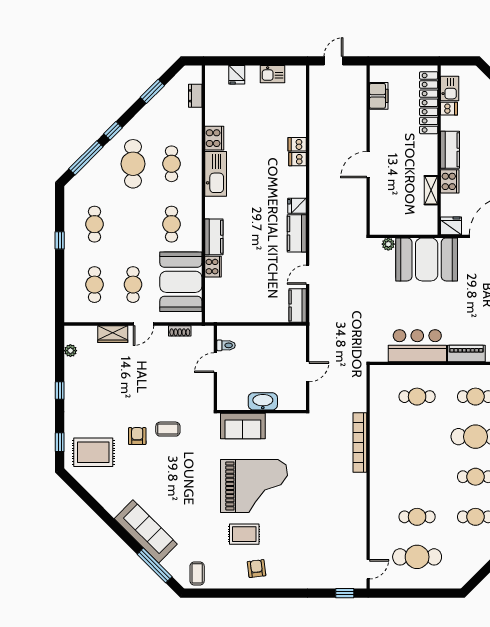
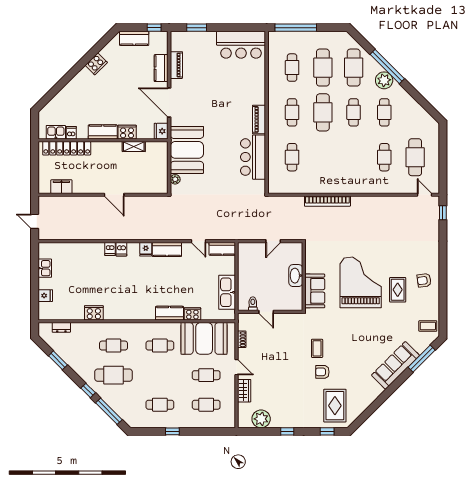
dishwasher: (297, 144) -> (121, 249), moved
kitchen sink: (216, 174) -> (227, 292), moved, turned -90
plant: (70, 351) -> (261, 419), width x1.87, depth x1.87
door: (308, 372) -> (273, 241), swing flipped

